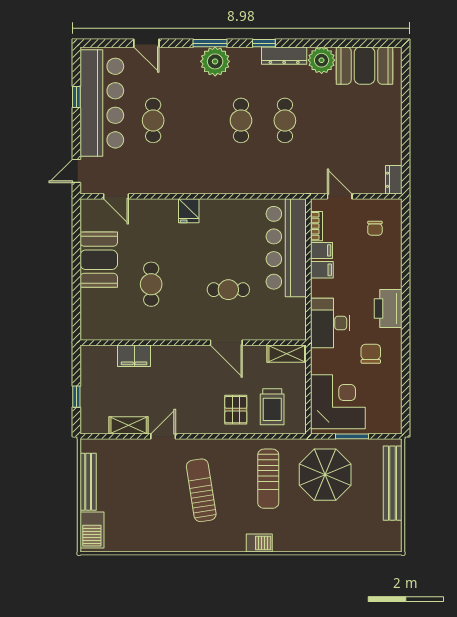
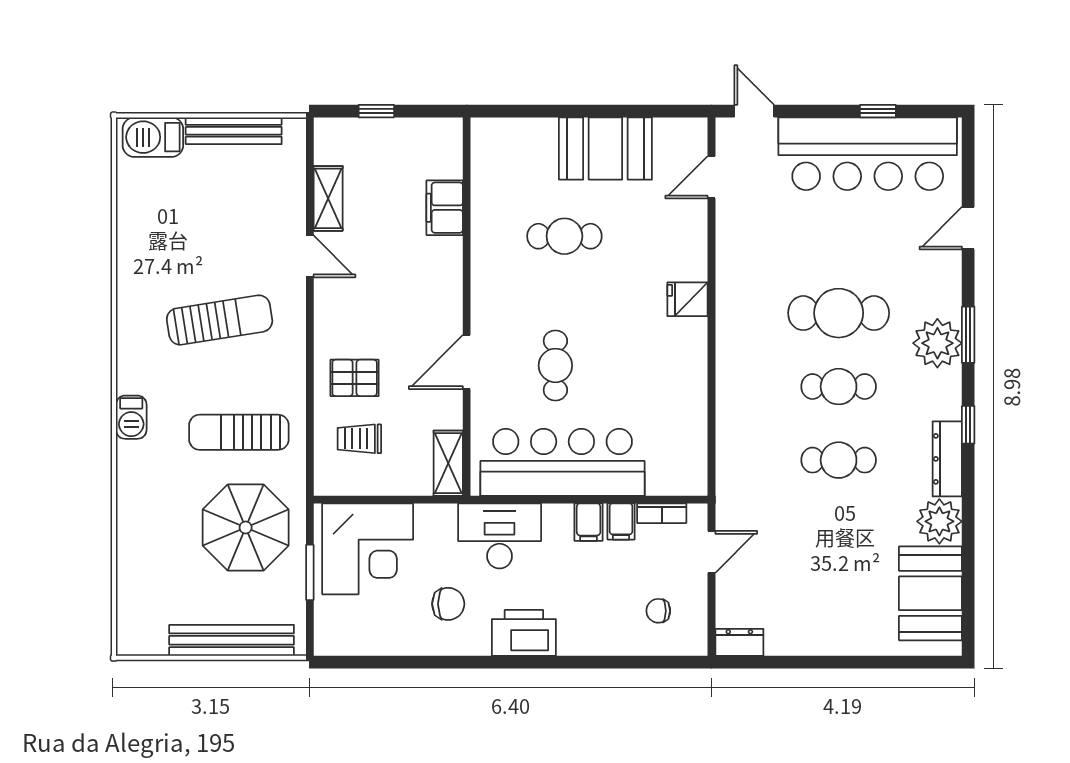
cafe table: (153, 120) -> (839, 313), moved, width x1.37, depth x1.35
bar counter: (286, 248) -> (563, 462), moved
trolley: (272, 407) -> (359, 439), width x0.73, depth x0.72

